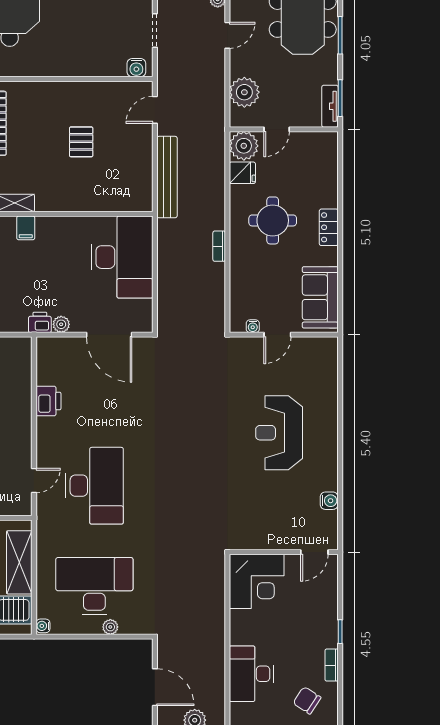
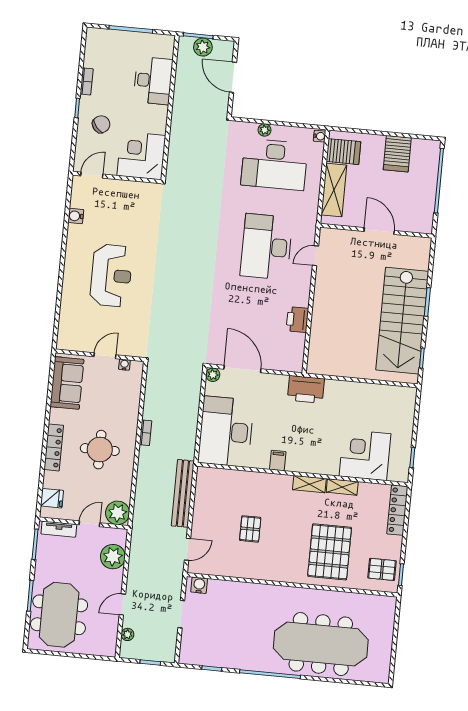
tv unit: (330, 106) -> (59, 529), moved, turned 90
fridge: (242, 173) -> (52, 498), moved, turned 180
locker: (329, 227) -> (54, 447), width x1.53
filing cabinet: (26, 228) -> (278, 461), moved
printer: (40, 322) -> (306, 389), width x1.87, depth x1.48
plant: (61, 324) -> (213, 375), moved
chair: (307, 700) -> (101, 124), moved, turned -73

